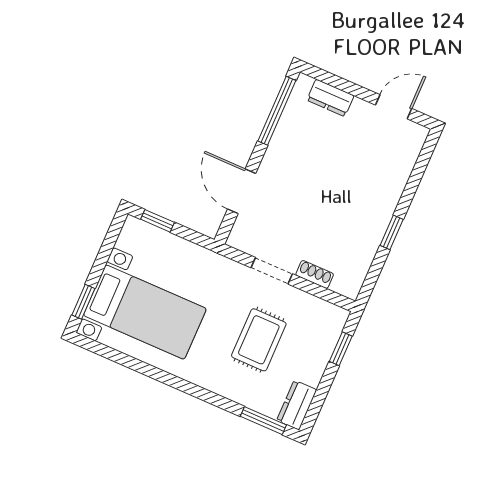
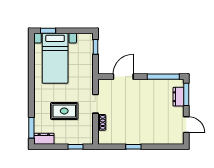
window: (332, 80) -> (186, 94), added

